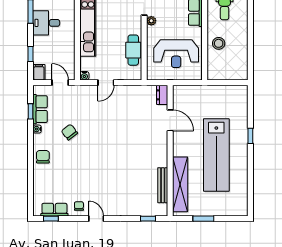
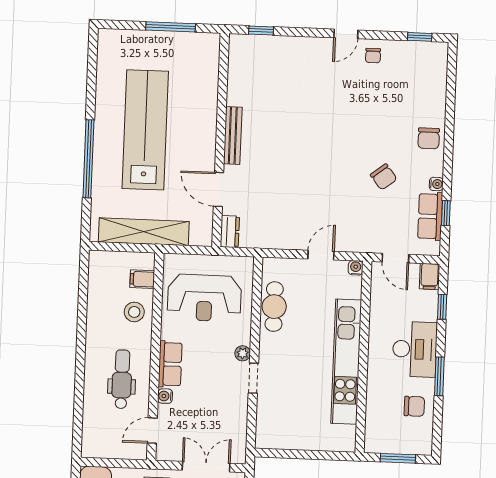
desk: (46, 23) -> (415, 349), width x1.37
reception desk: (176, 54) -> (204, 298), turned 180
filing cabinet: (214, 64) -> (142, 279), added
window: (250, 136) -> (88, 159), width x3.17
shelving: (180, 184) -> (144, 232), moved, turned 90
bench: (163, 185) -> (233, 136), moved
row of seats: (54, 210) -> (413, 51), removed
door: (96, 219) -> (346, 34), hinge flipped
window: (203, 219) -> (171, 27), width x1.44

